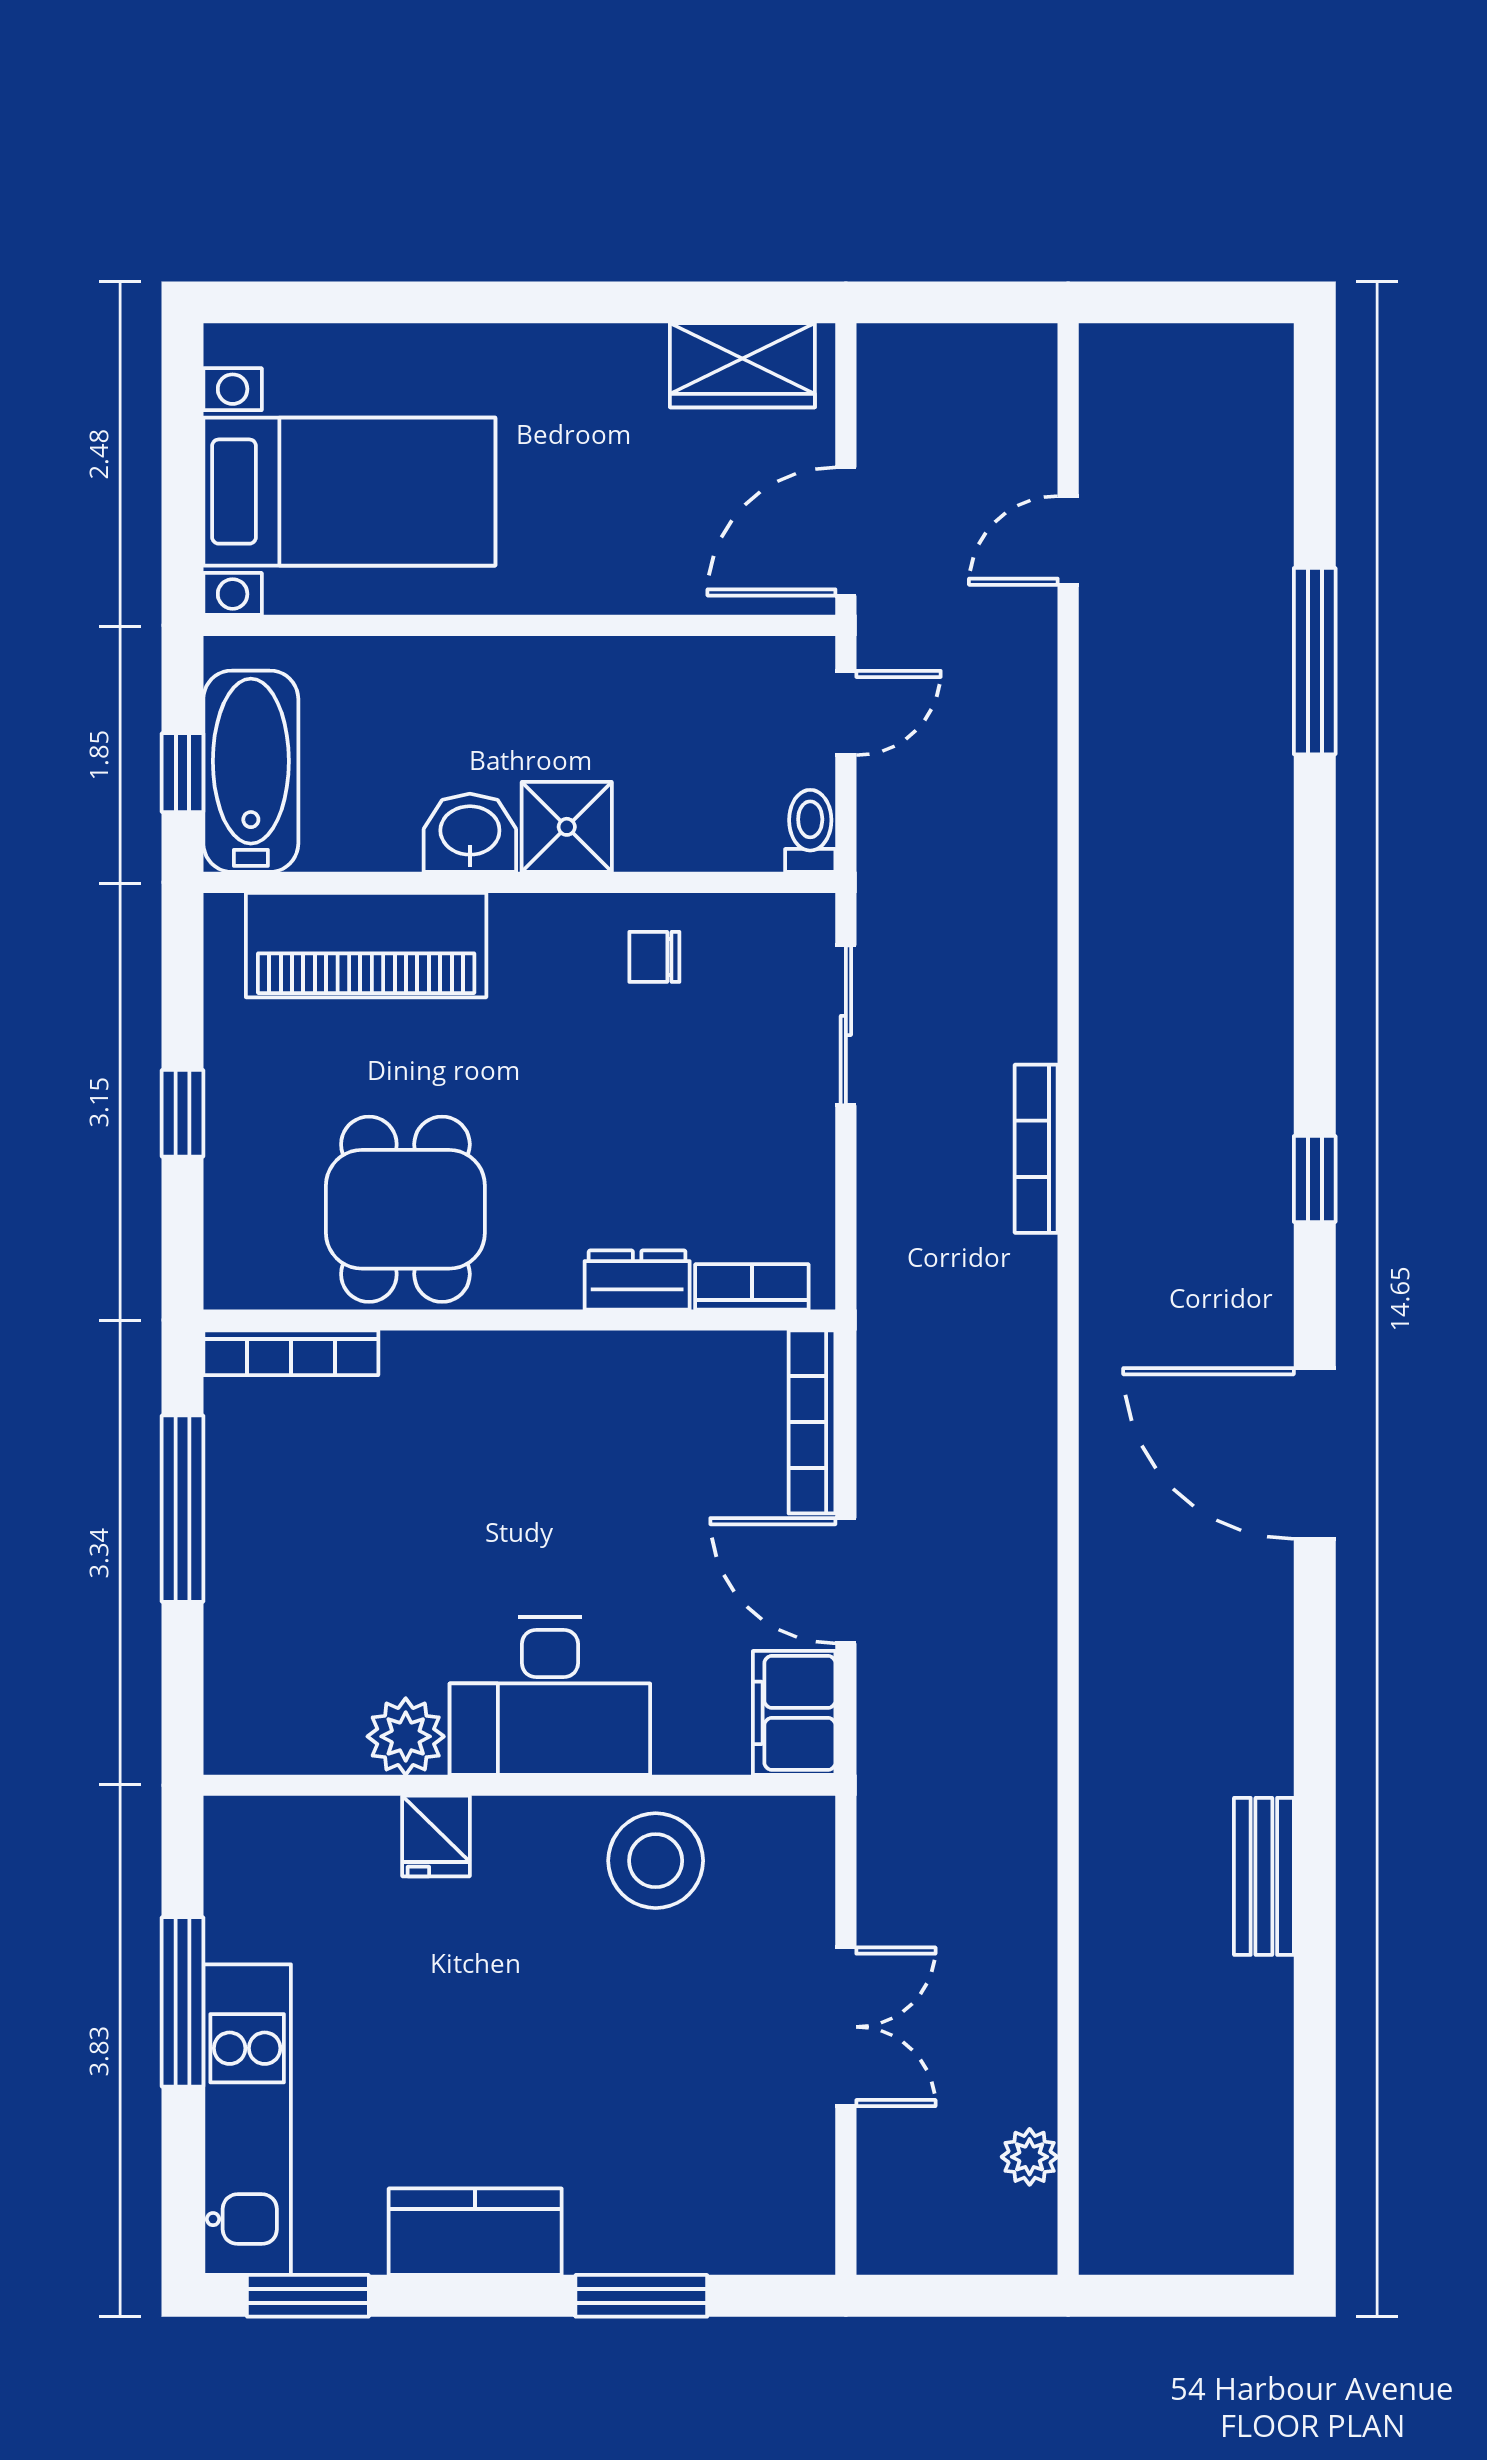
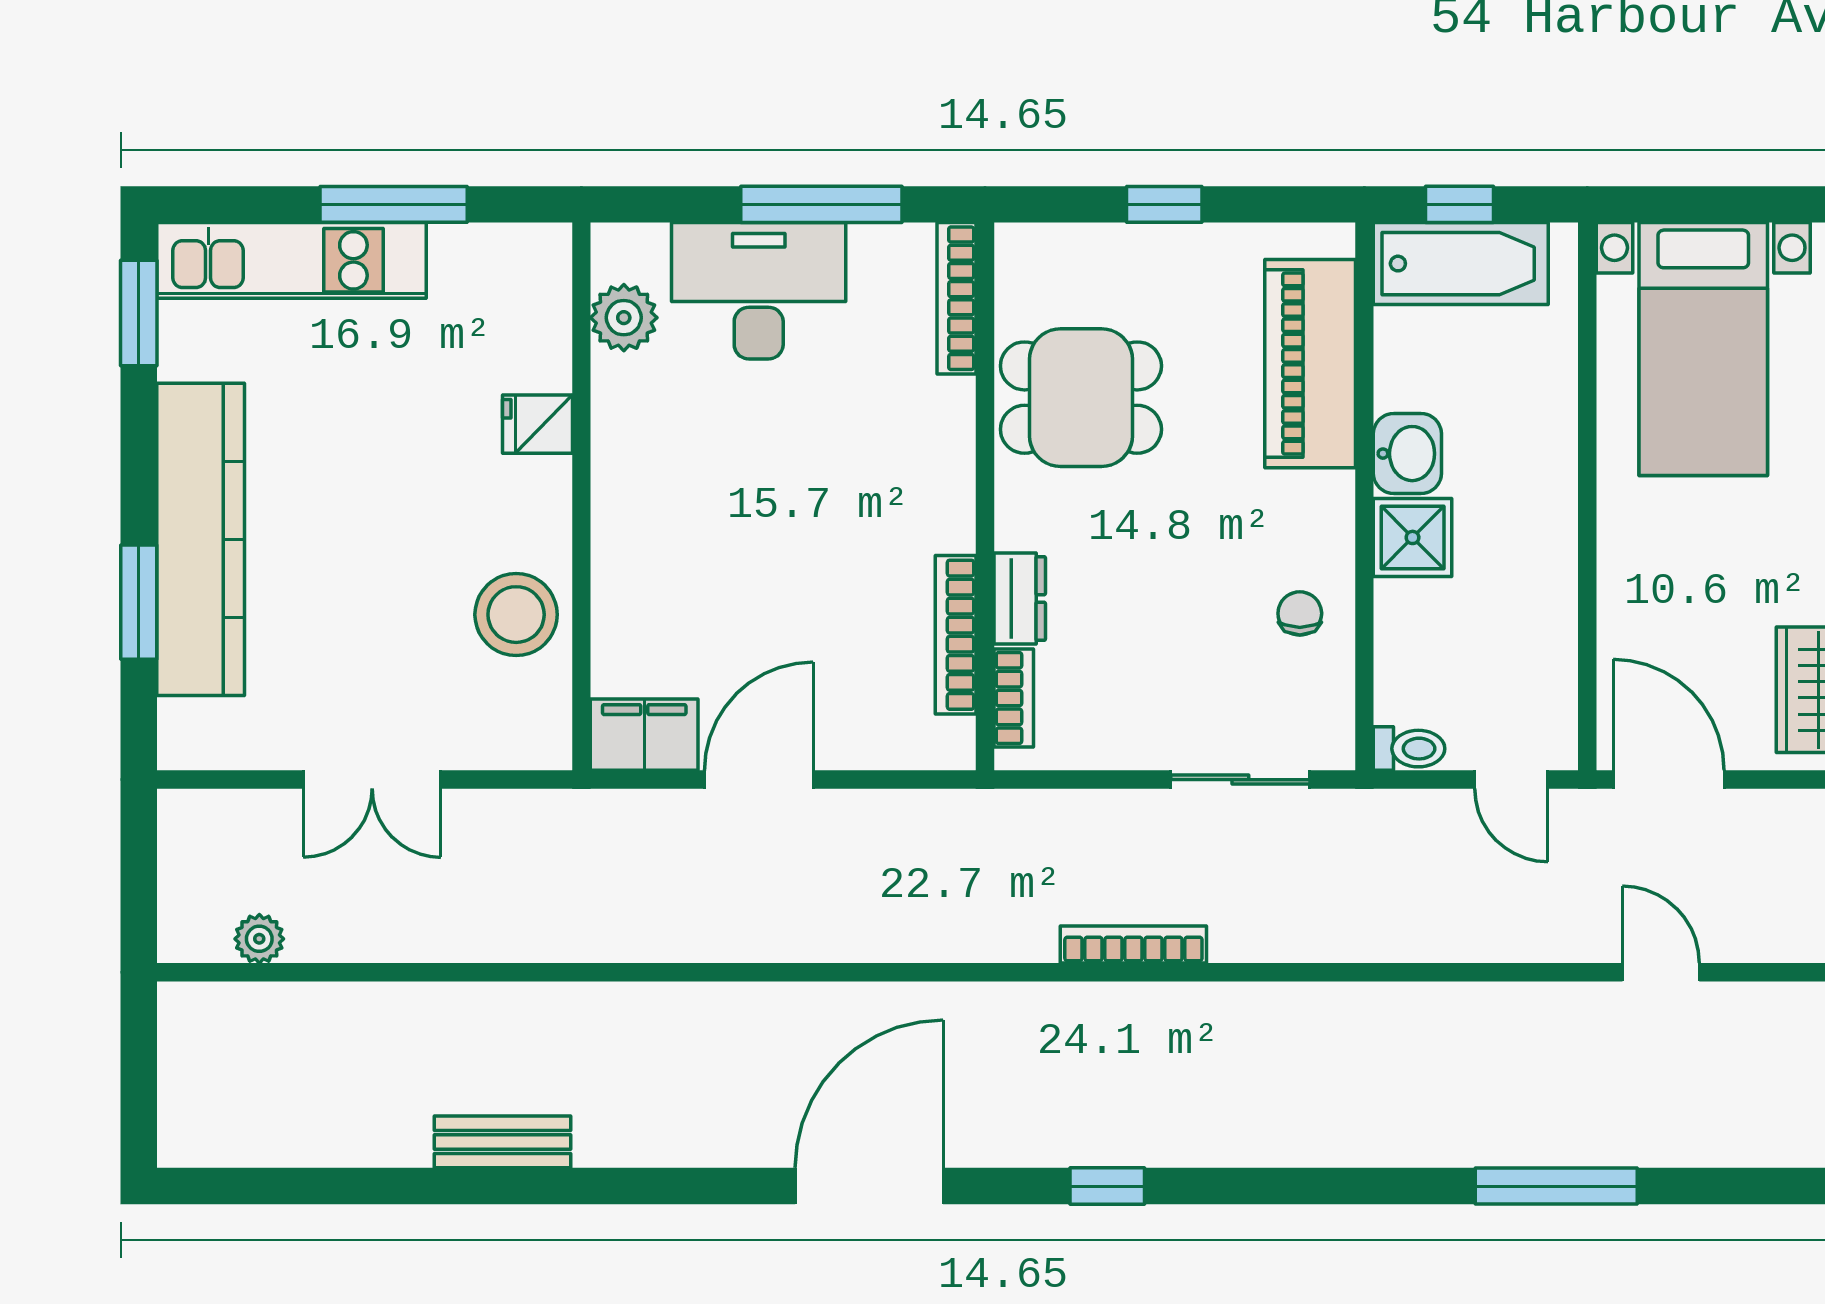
bookcase: (812, 1422) -> (956, 635), moved, turned -90
desk: (550, 1696) -> (759, 291), moved, turned 90
plant: (406, 1736) -> (624, 318), moved
kitchen counter: (475, 2232) -> (201, 539), width x2.08, depth x1.17

